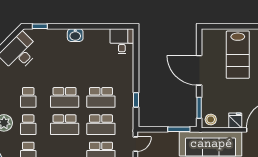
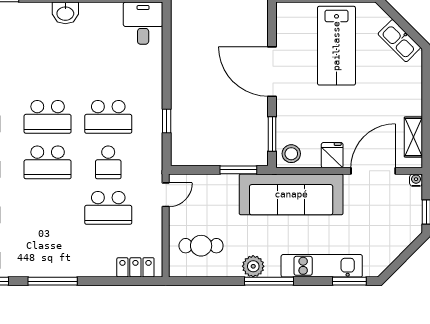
school desk: (101, 125) -> (108, 162), width x0.54

